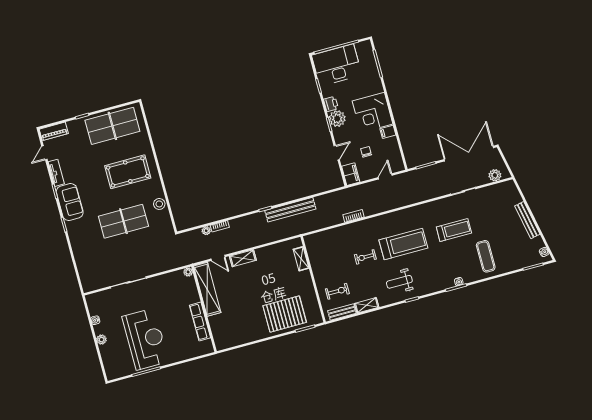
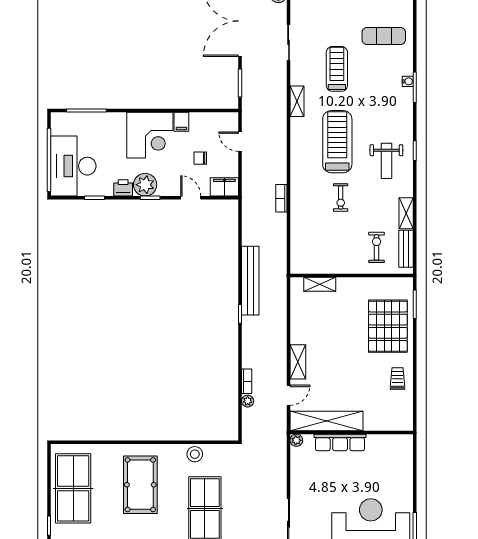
shelving: (424, 208) -> (297, 101), added
row of seats: (200, 322) -> (340, 442), moved
trolley: (250, 331) -> (398, 378), added

